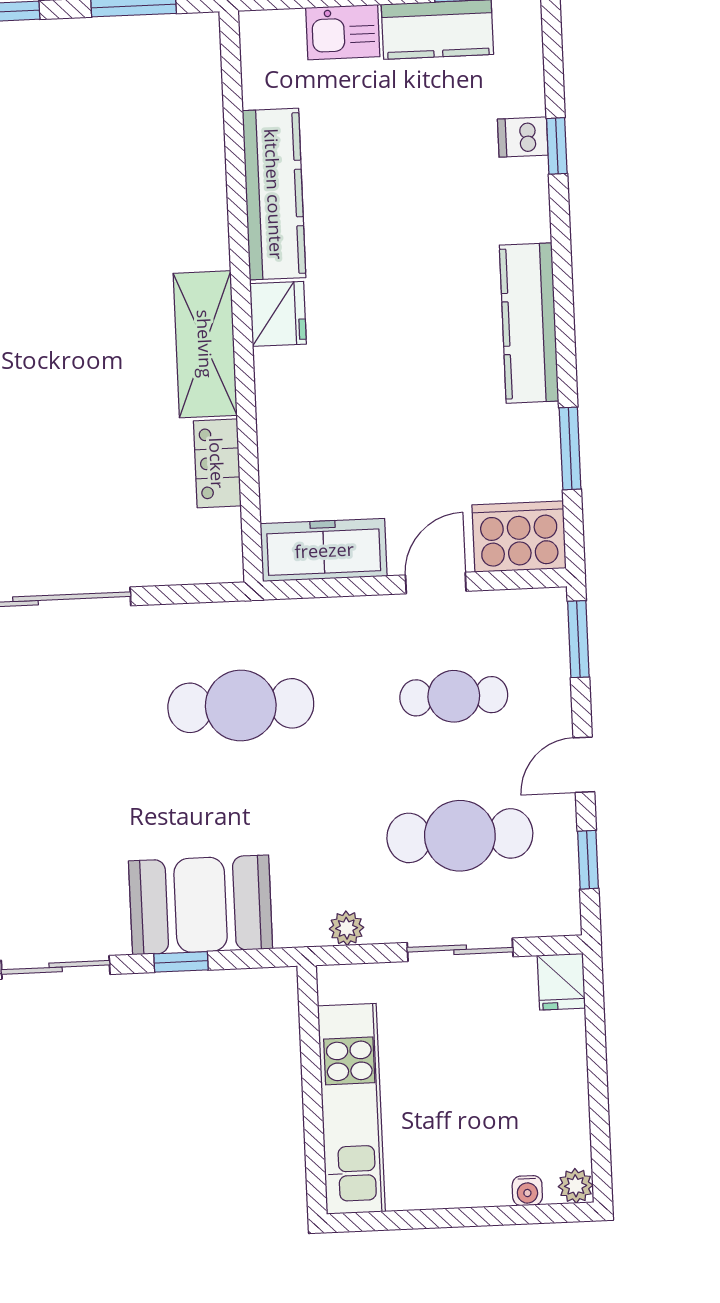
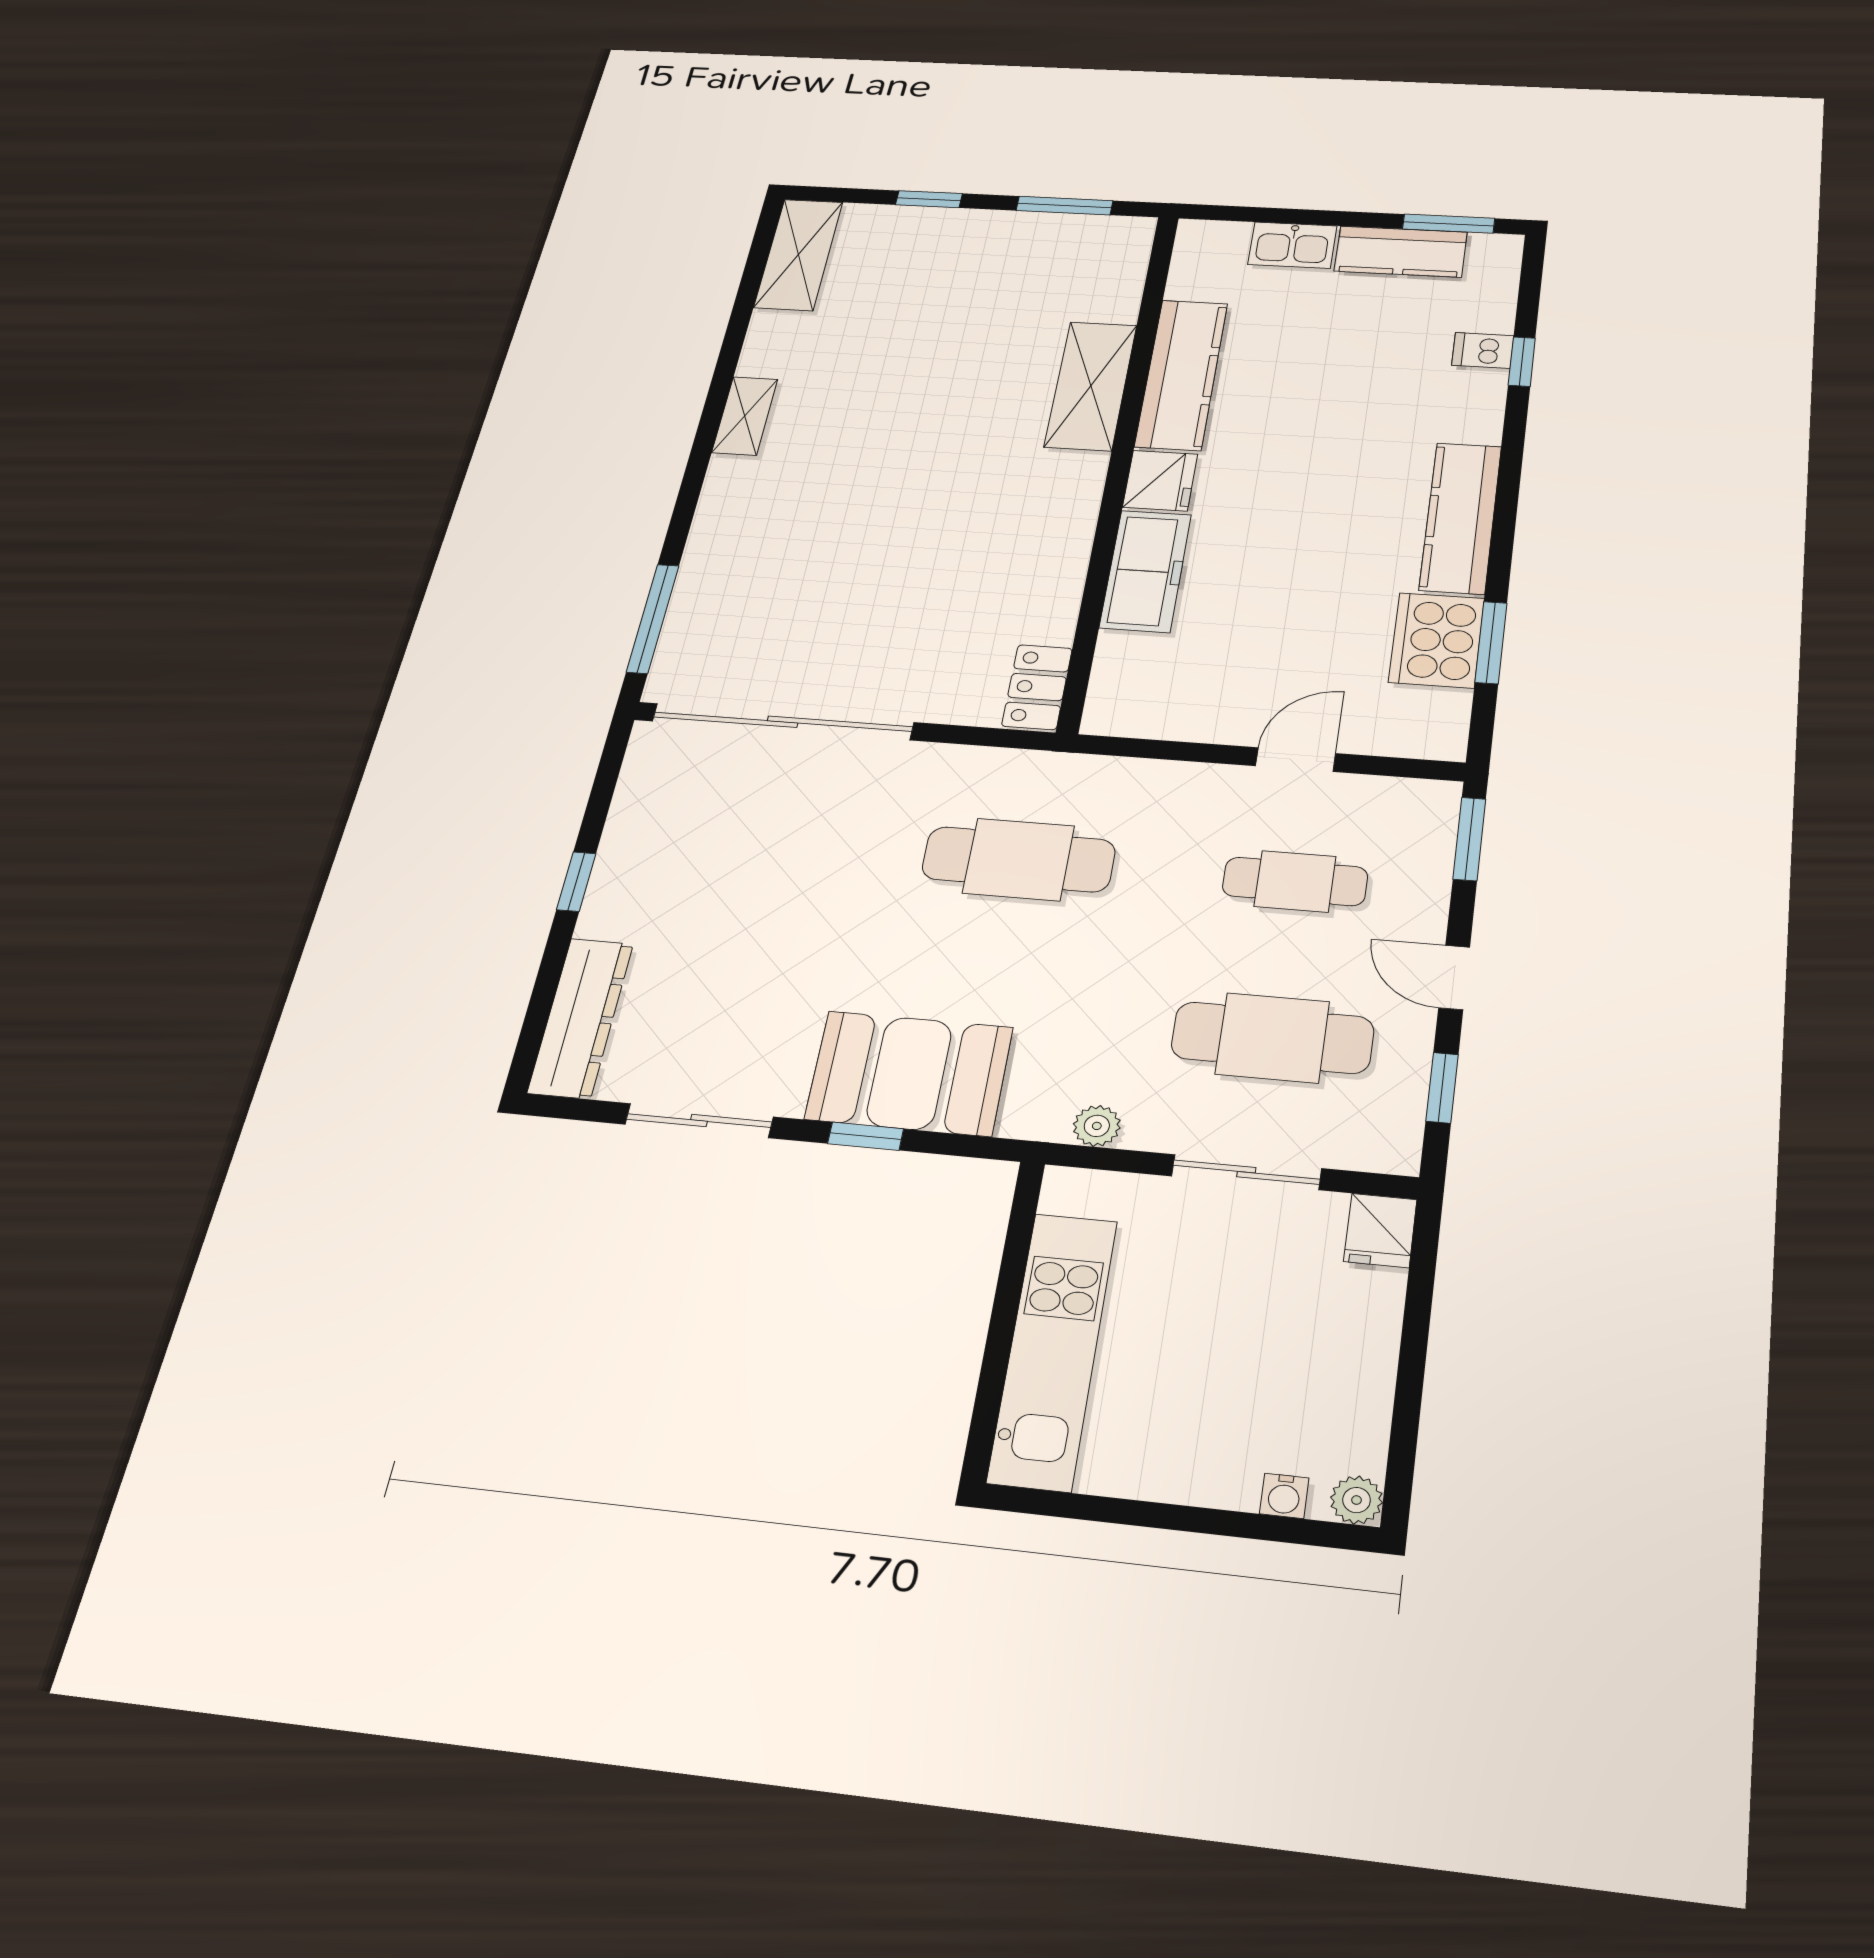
shelving: (205, 344) -> (1091, 386), moved
locker: (217, 463) -> (1037, 687), moved
cooker: (519, 537) -> (1437, 640), moved, turned -90
freezer: (324, 550) -> (1145, 571), moved, turned 90
door: (584, 765) -> (1454, 978), hinge flipped

